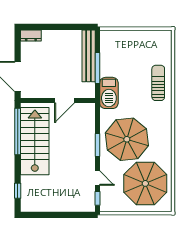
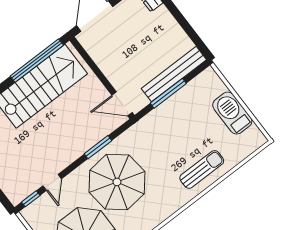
barbecue: (109, 93) -> (232, 113), moved, turned 90
door: (64, 100) -> (122, 104), moved
window: (97, 145) -> (98, 147), moved

